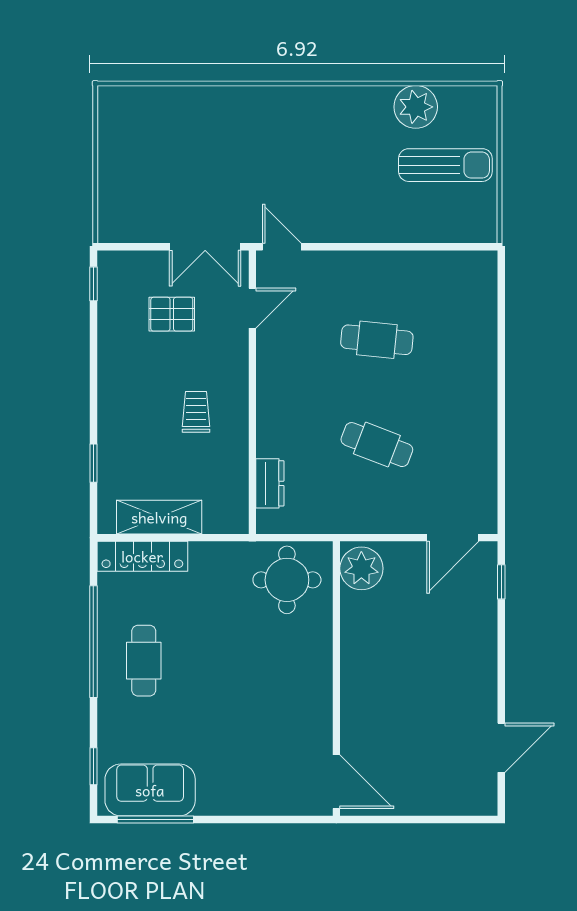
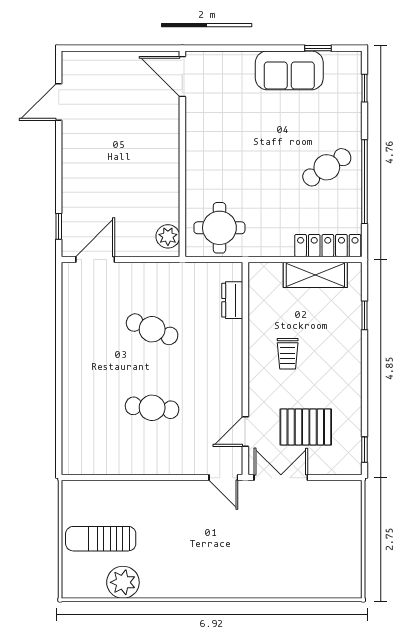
pallet: (172, 314) -> (306, 427), width x1.50, depth x1.42
plant: (361, 568) -> (168, 236), width x0.73, depth x0.73
cafe table: (144, 661) -> (327, 167), turned 57
sofa: (150, 790) -> (289, 70), moved
window: (155, 820) -> (318, 48), width x0.46

